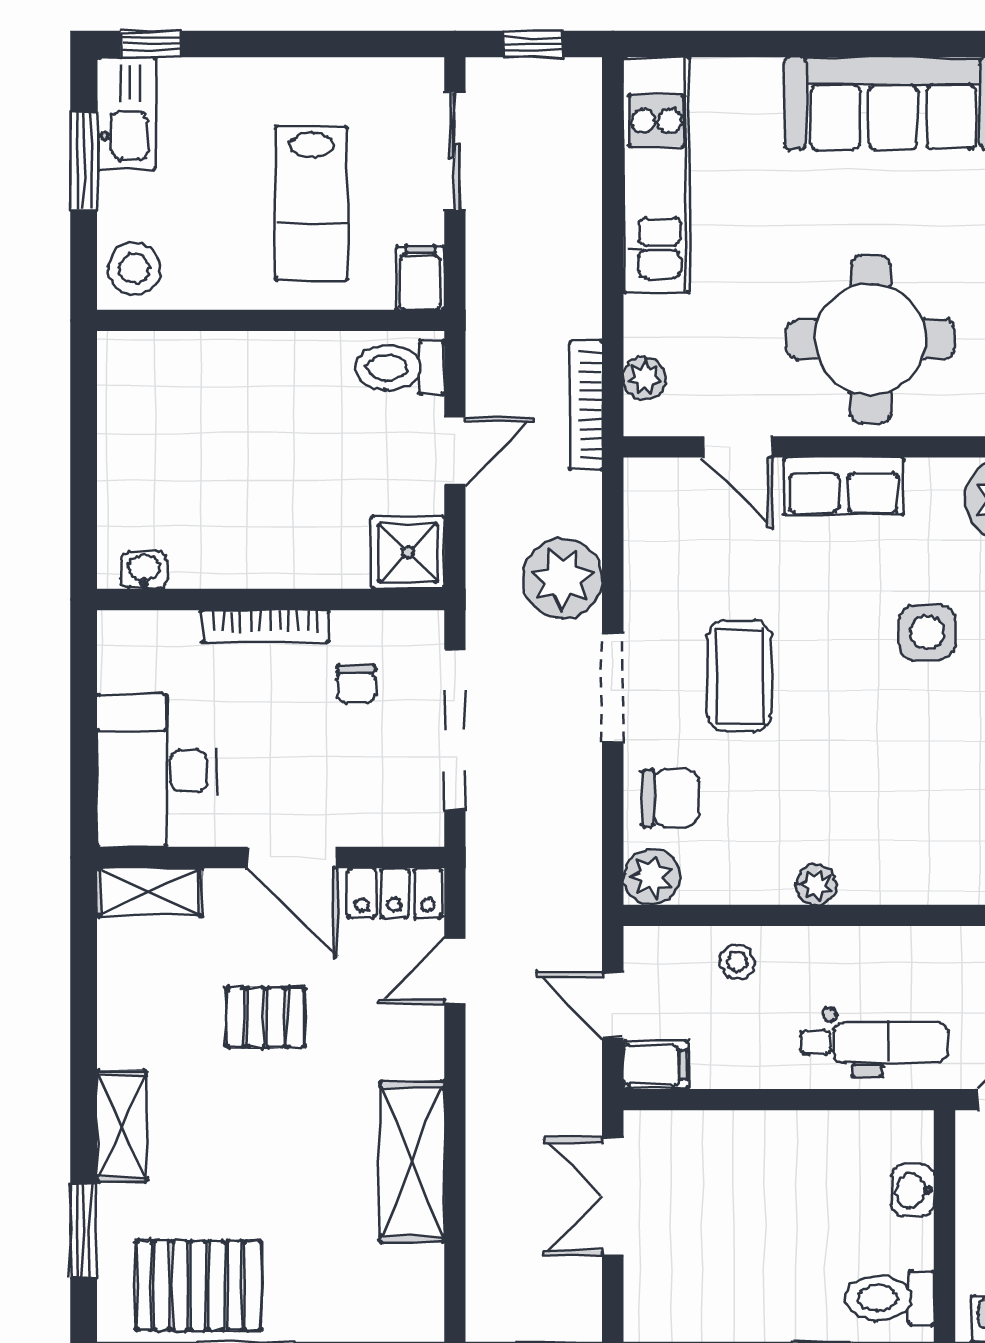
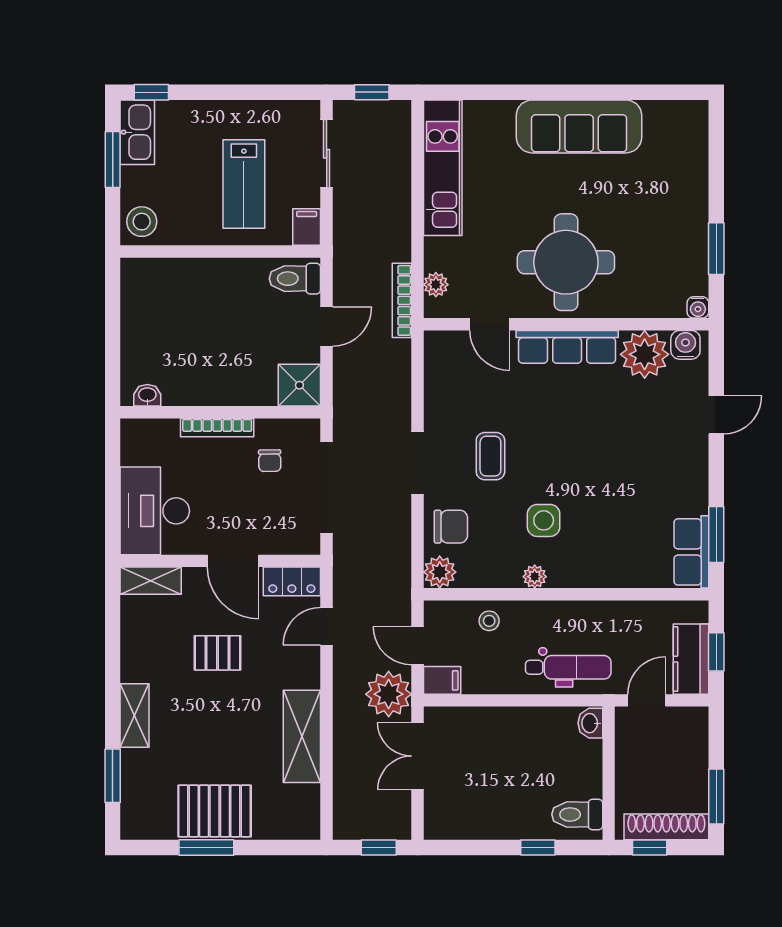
row of seats: (844, 486) -> (567, 347), width x1.48
plant: (562, 578) -> (389, 694), moved
side table: (927, 632) -> (544, 520), moved
coffee table: (739, 676) -> (490, 456), width x0.73, depth x0.77
washbasin: (913, 1190) -> (590, 723), moved
pallet: (198, 1286) -> (215, 811), moved

